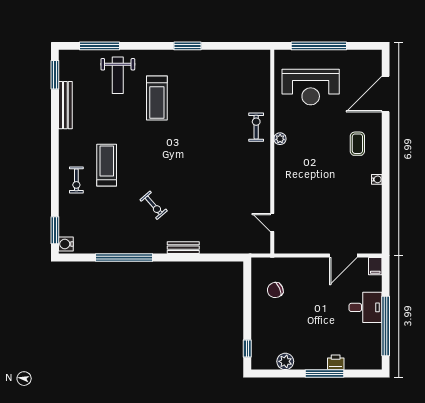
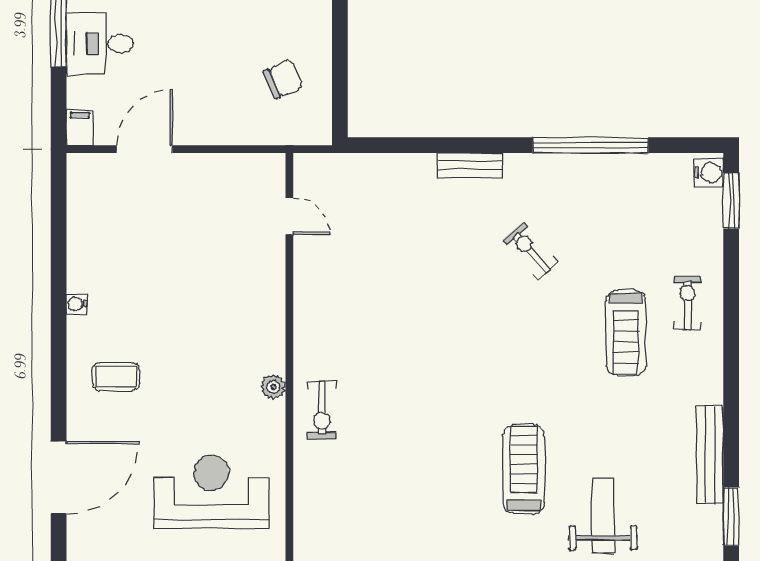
coffee table: (357, 144) -> (116, 376), turned 90

